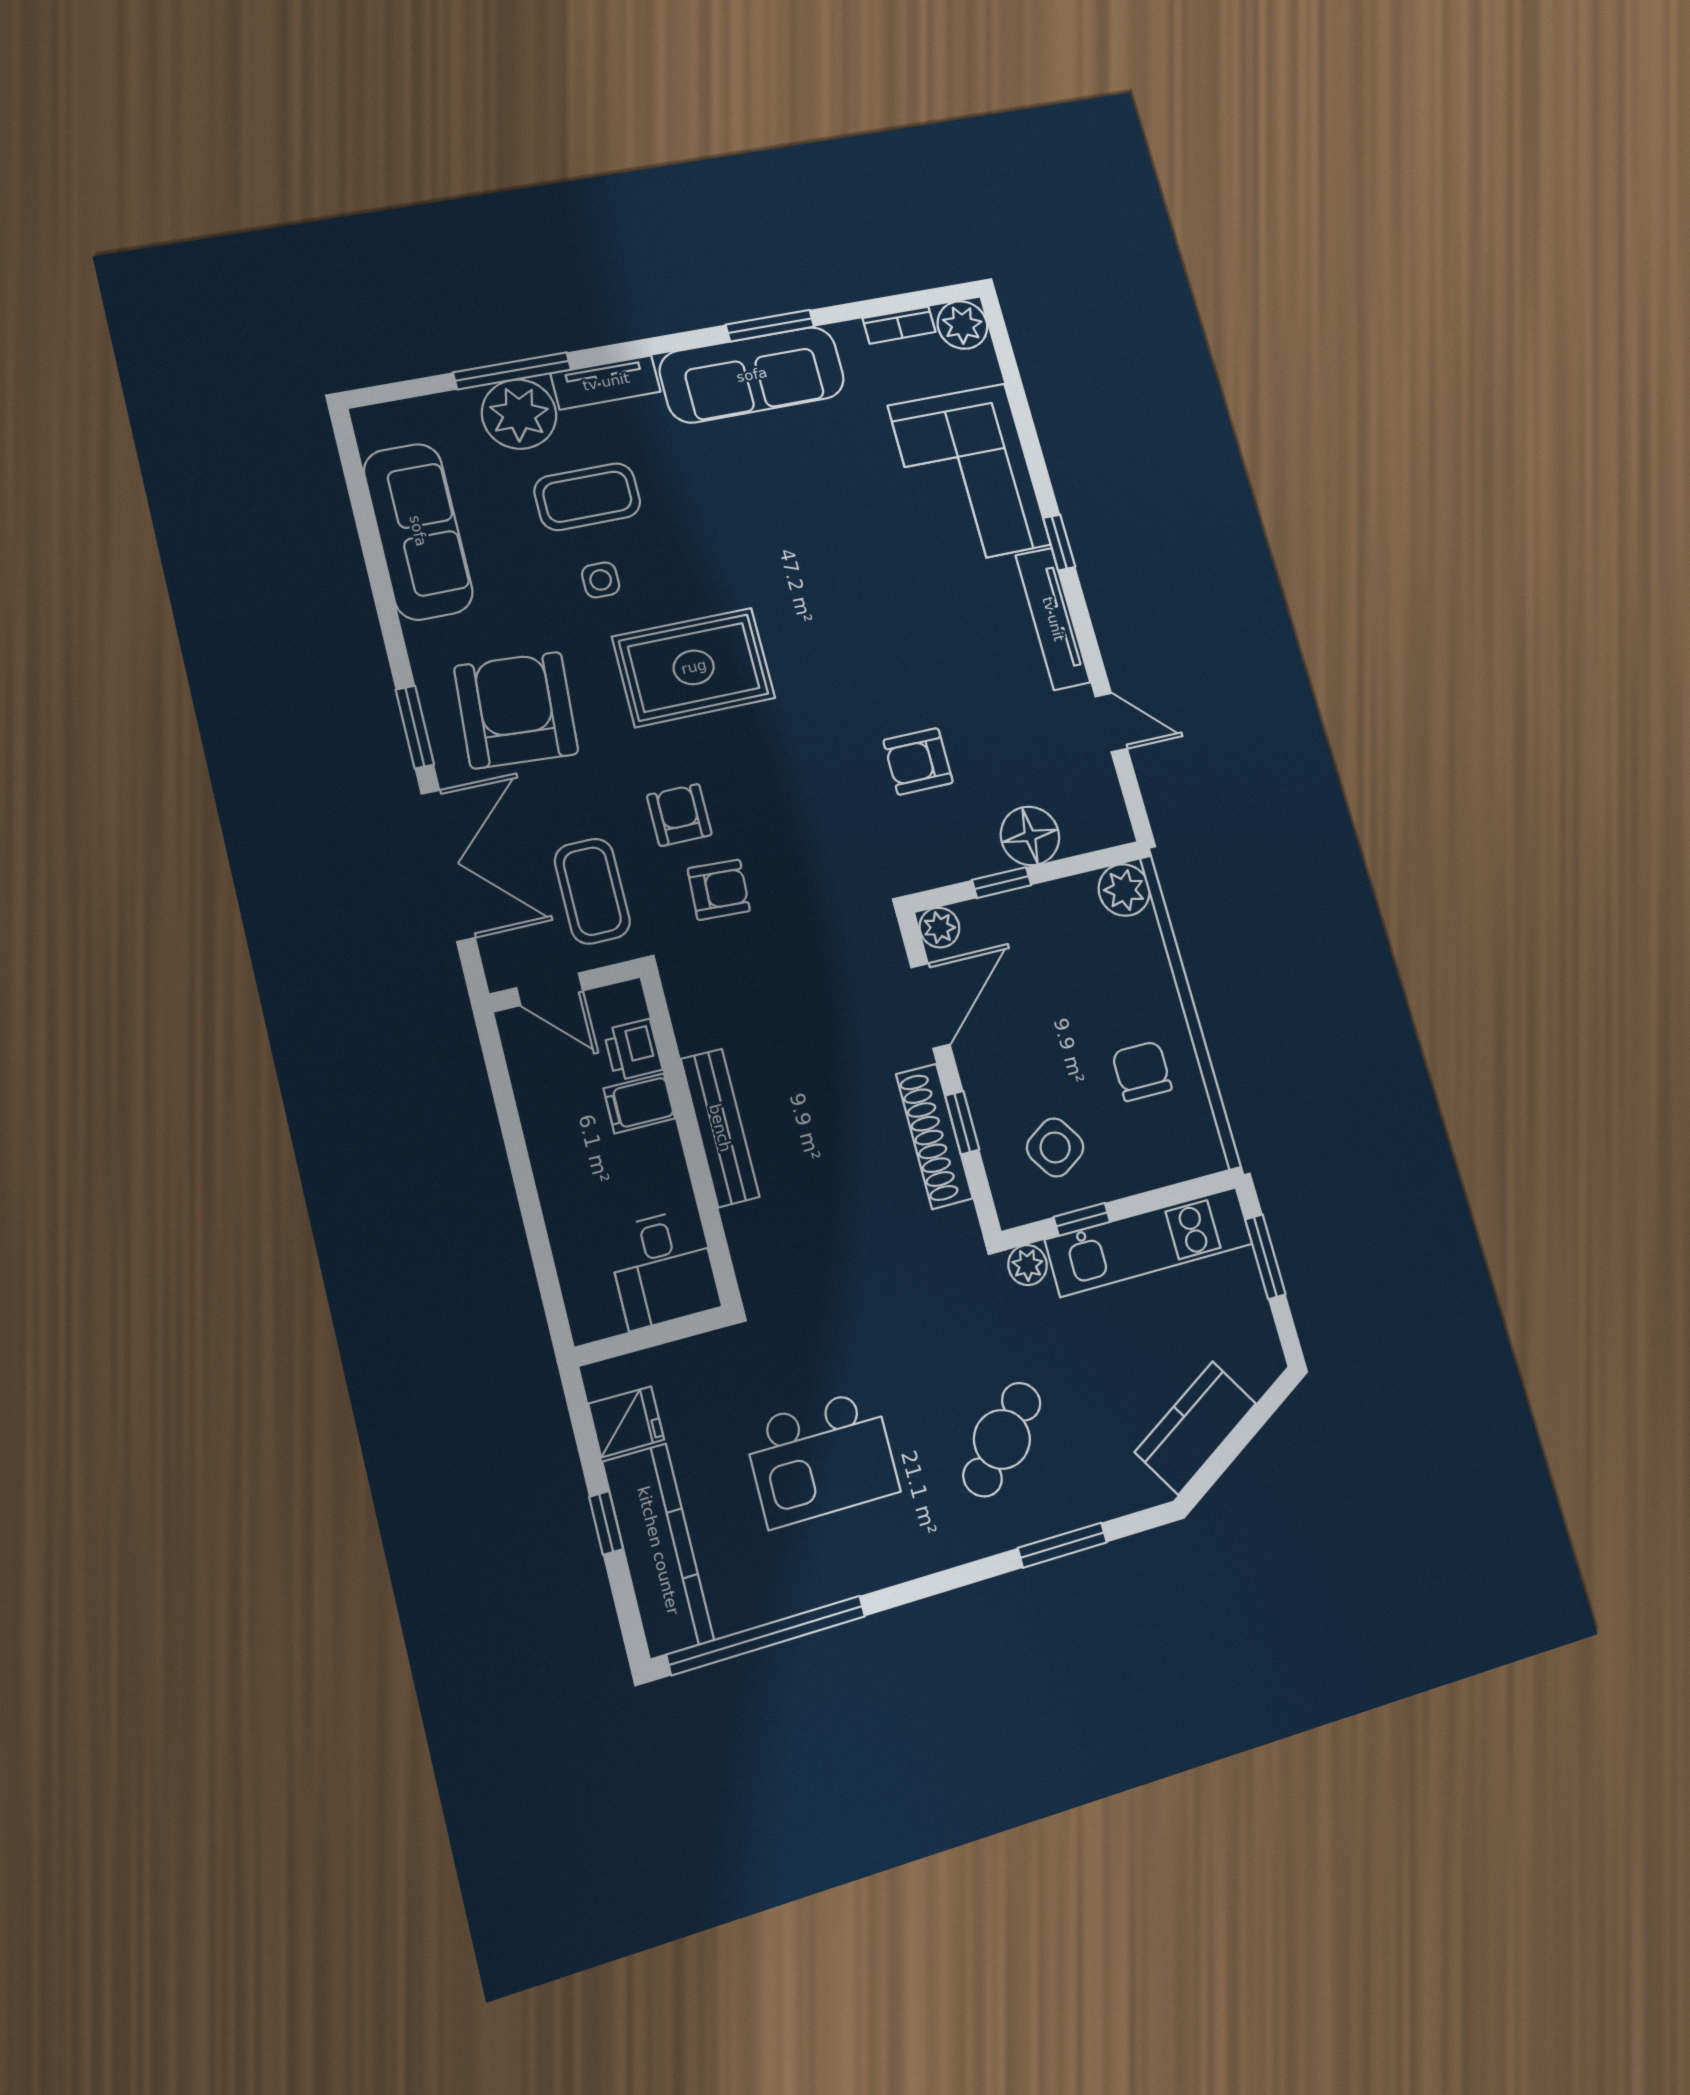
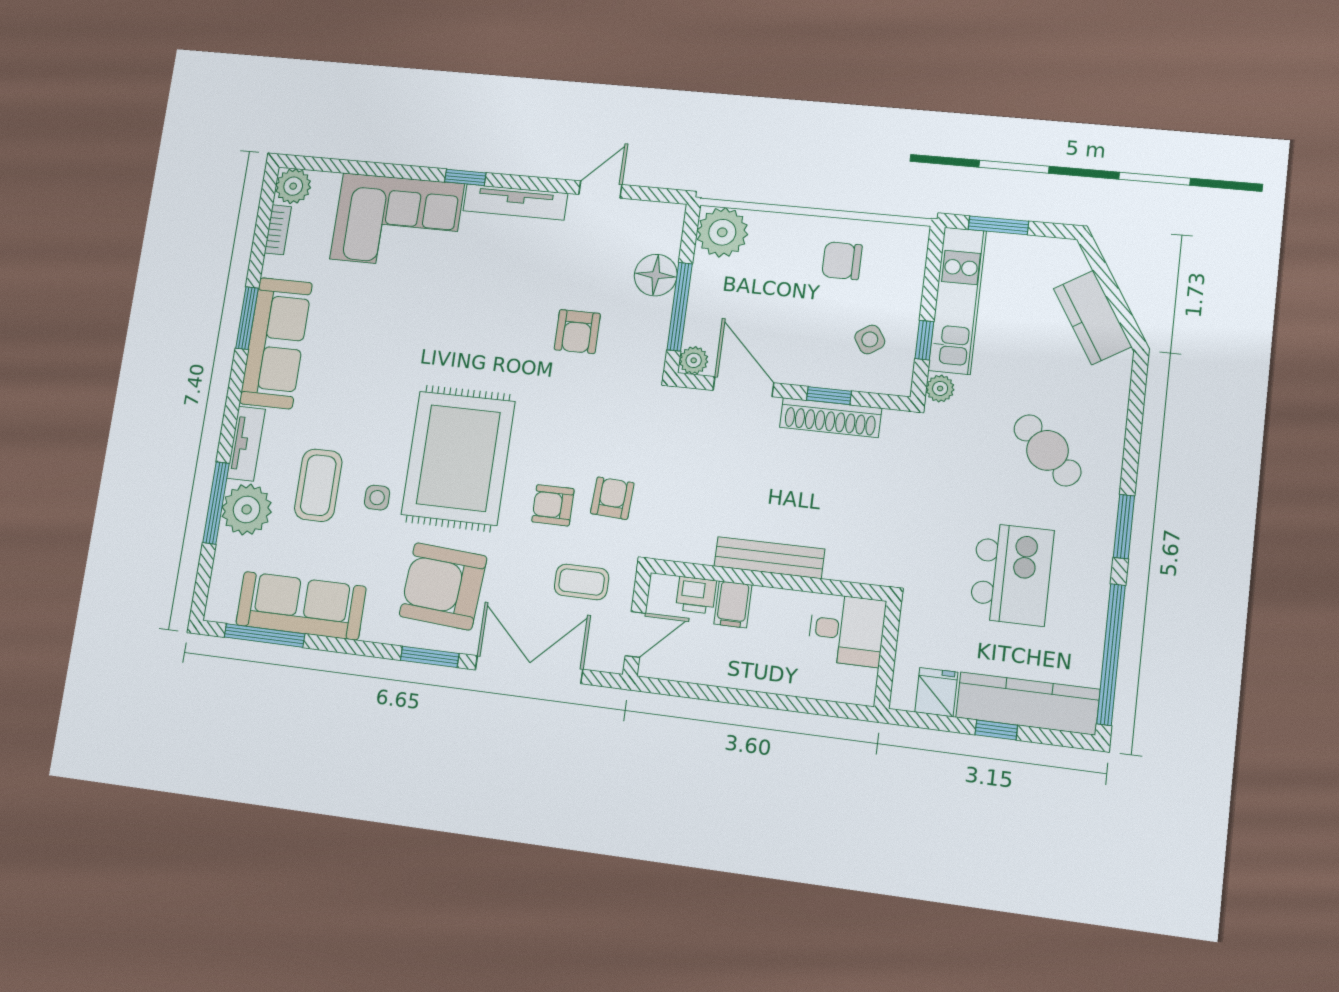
window: (360, 498) -> (264, 636), added
rug: (694, 667) -> (458, 458), width x1.37, depth x1.44
window: (1002, 883) -> (680, 307), width x2.17
plant: (1124, 890) -> (722, 232), width x1.36, depth x1.36
coffee table: (592, 891) -> (582, 582), width x0.73, depth x0.77
side table: (1055, 1147) -> (870, 339), width x0.73, depth x0.73
window: (1062, 1545) -> (1124, 527), moved

